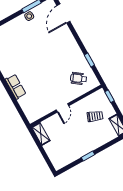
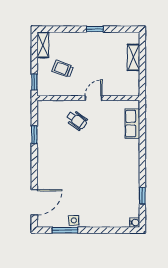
wheelchair: (79, 78) -> (77, 120), moved
row of seats: (16, 87) -> (132, 124), moved
shelving: (41, 134) -> (134, 57), moved

